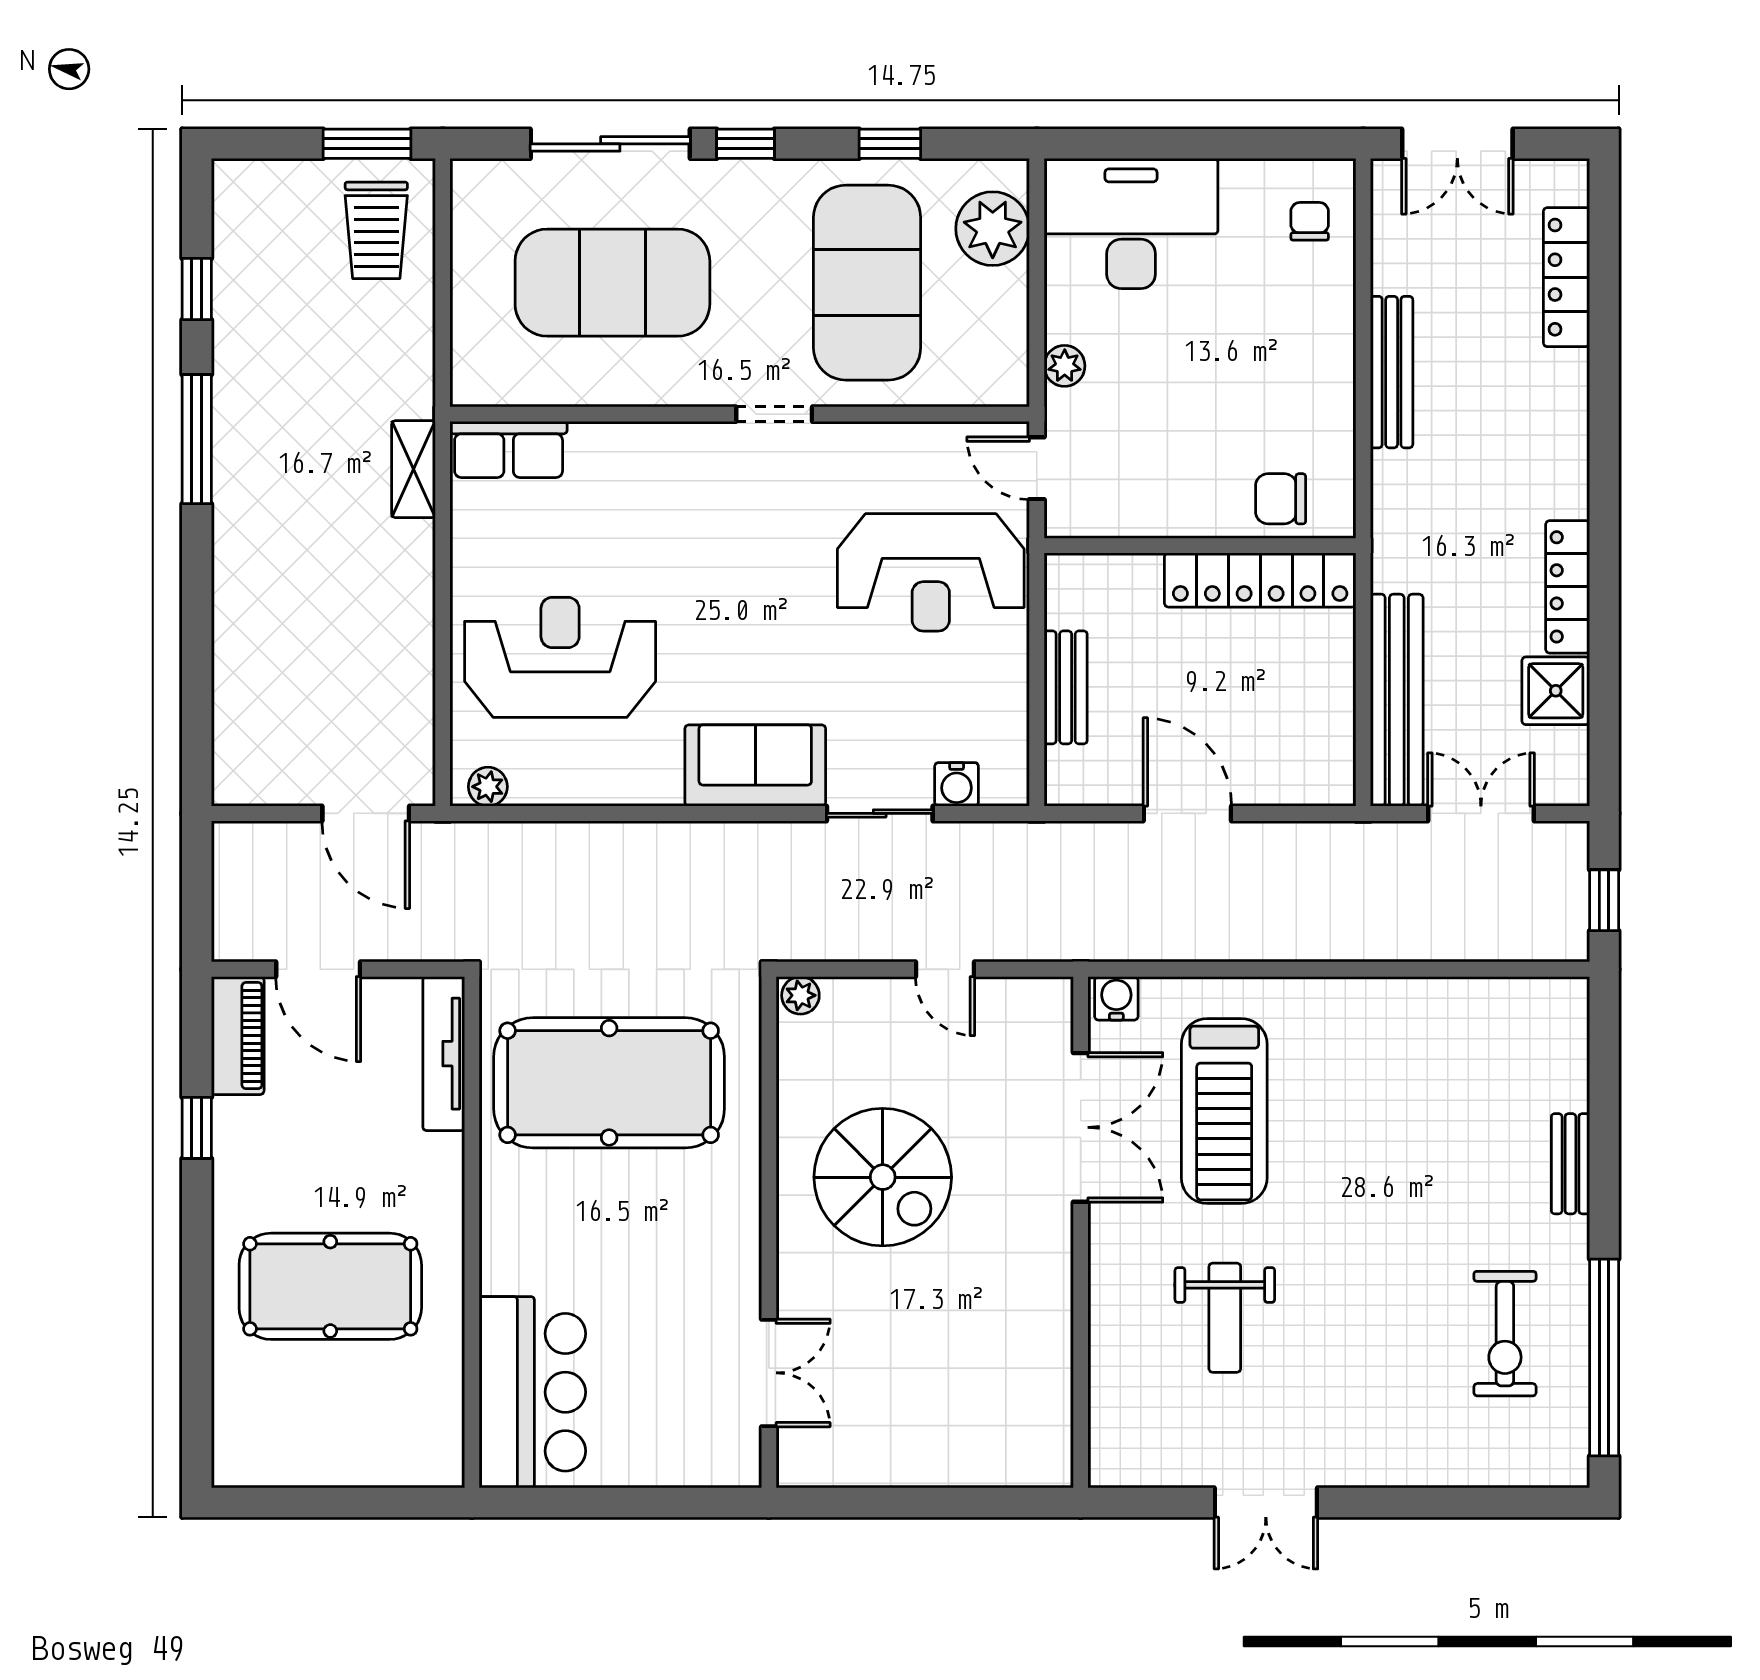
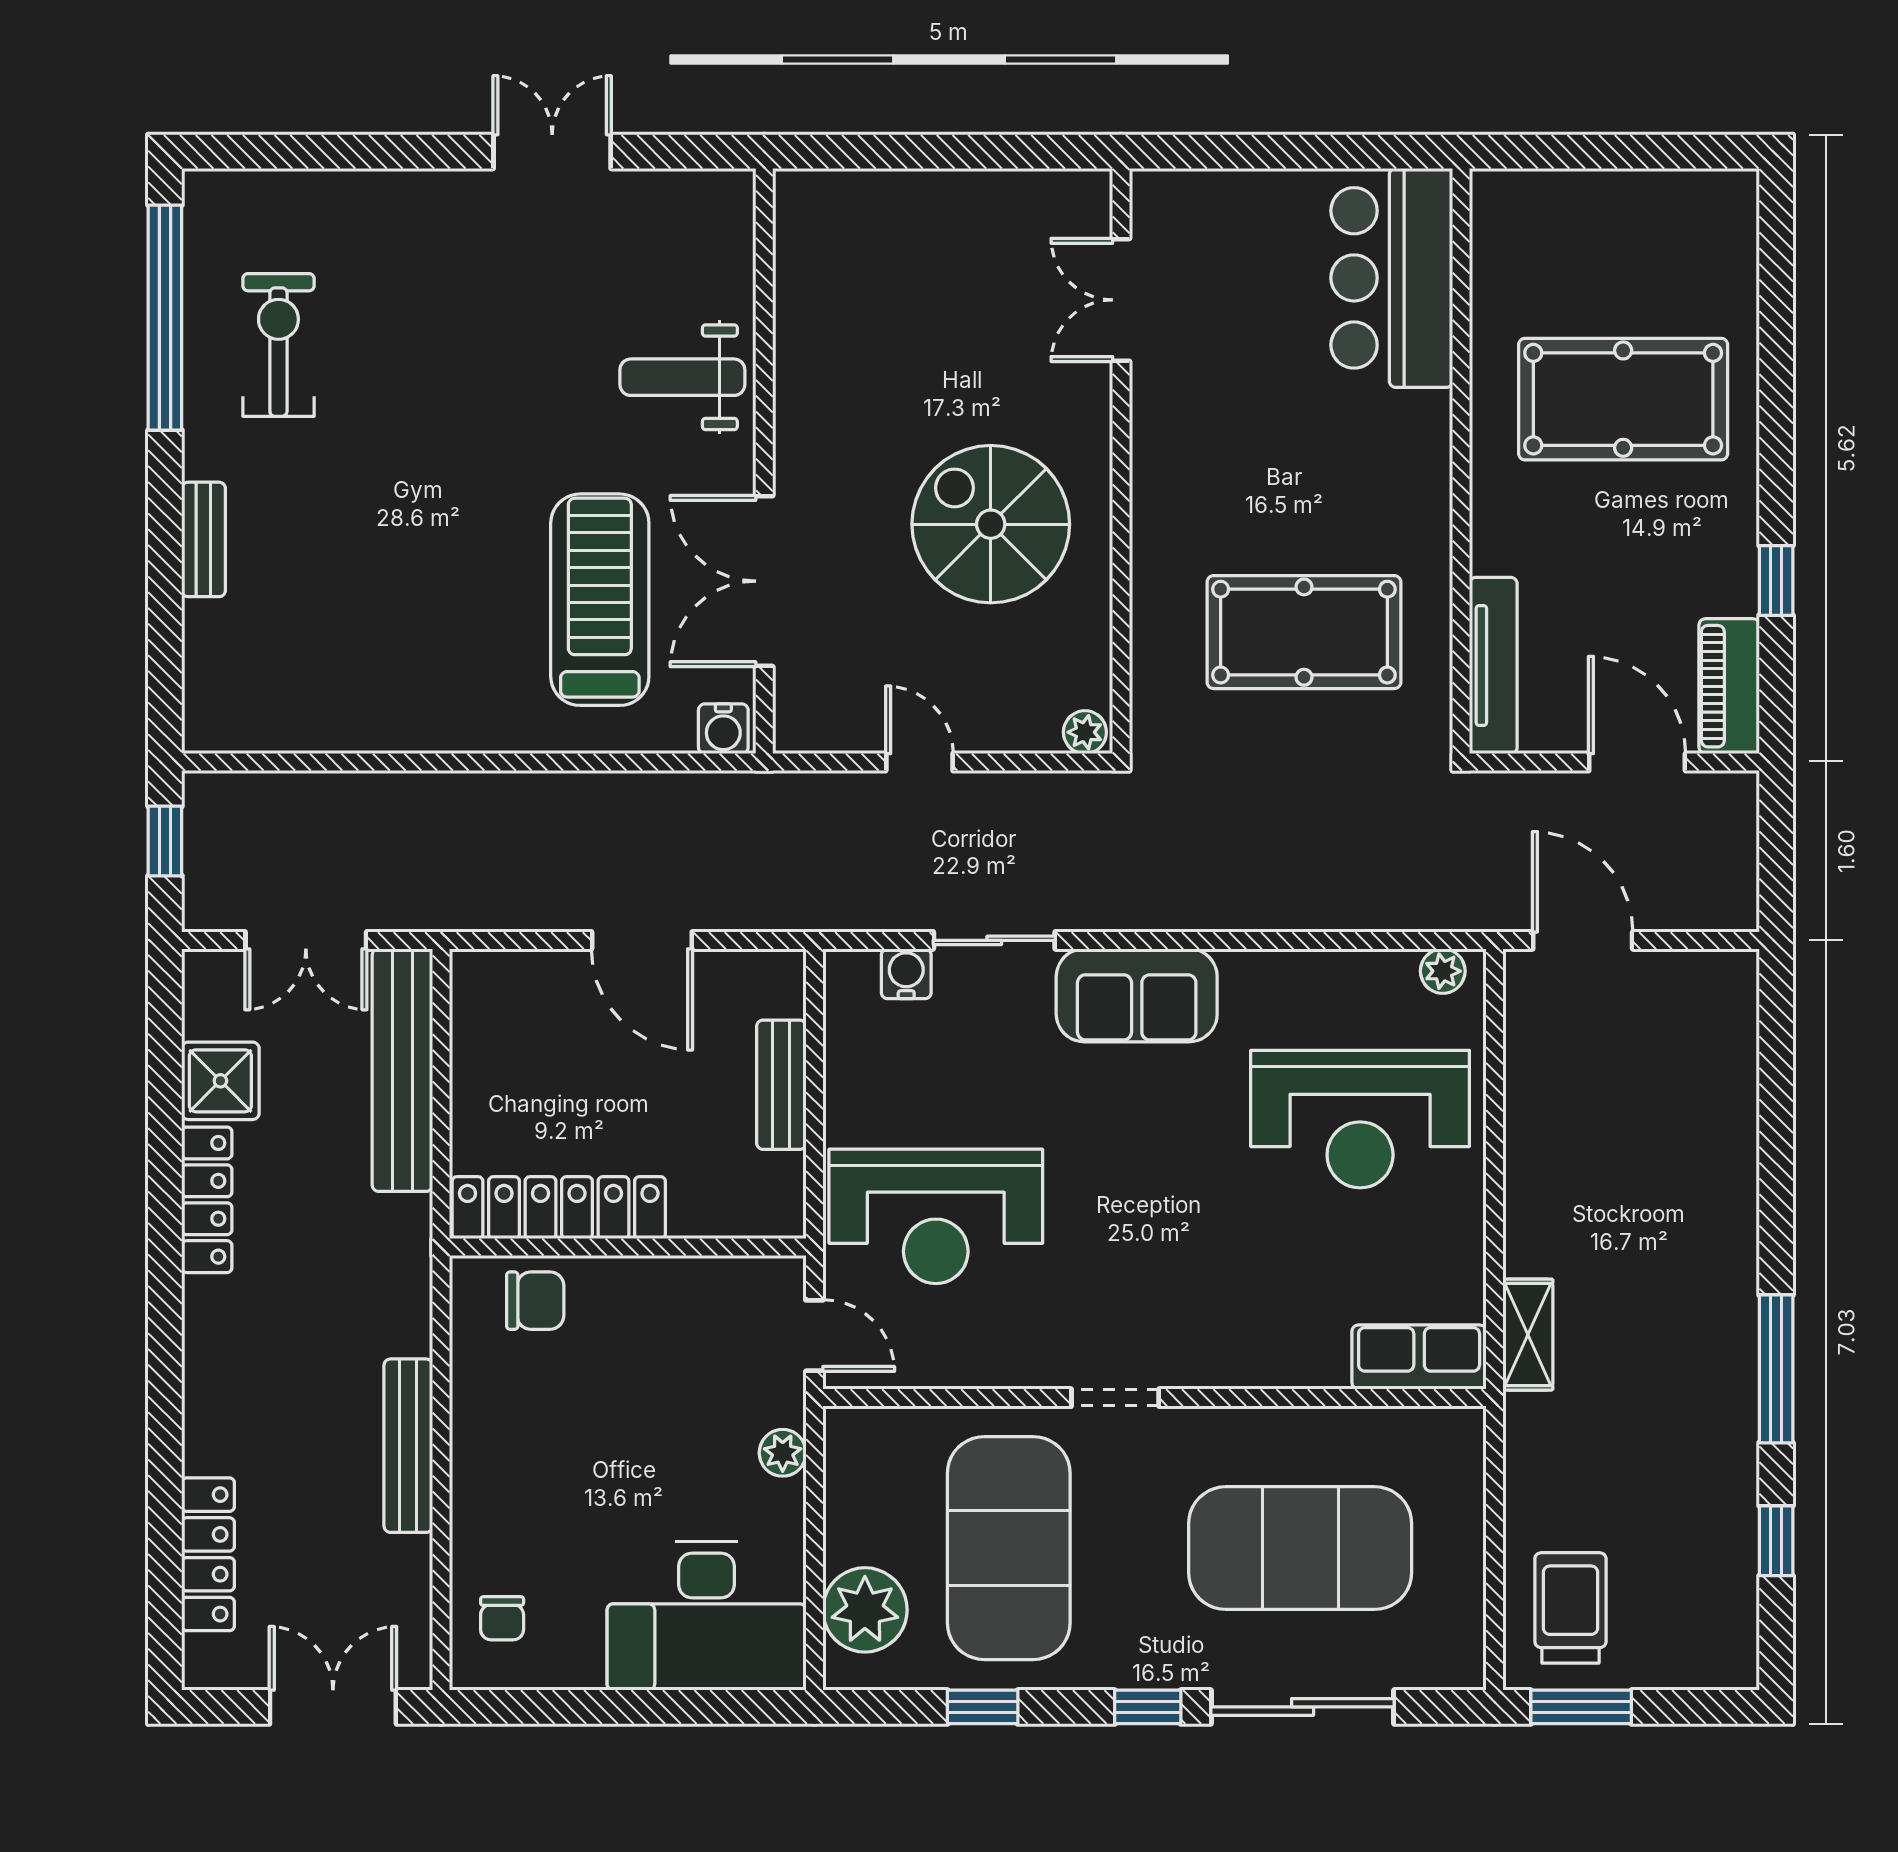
reception desk: (931, 572) -> (936, 1216), turned 180
pool table: (609, 1083) -> (1304, 632), width x0.73, depth x0.76
weight bench: (1225, 1318) -> (682, 377), moved, turned -90

